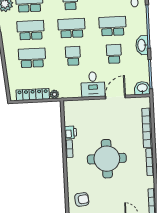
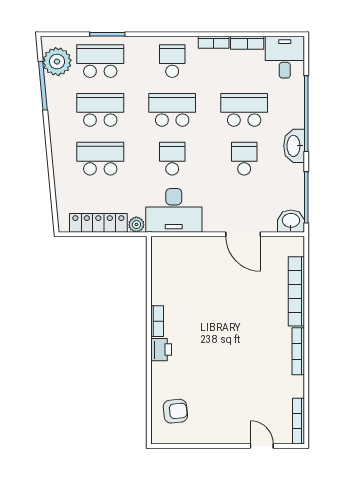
desk: (93, 84) -> (174, 210), moved, width x1.37
door: (115, 97) -> (243, 234), swing flipped
printer: (70, 132) -> (161, 350), moved
round table: (107, 159) -> (223, 342), removed

